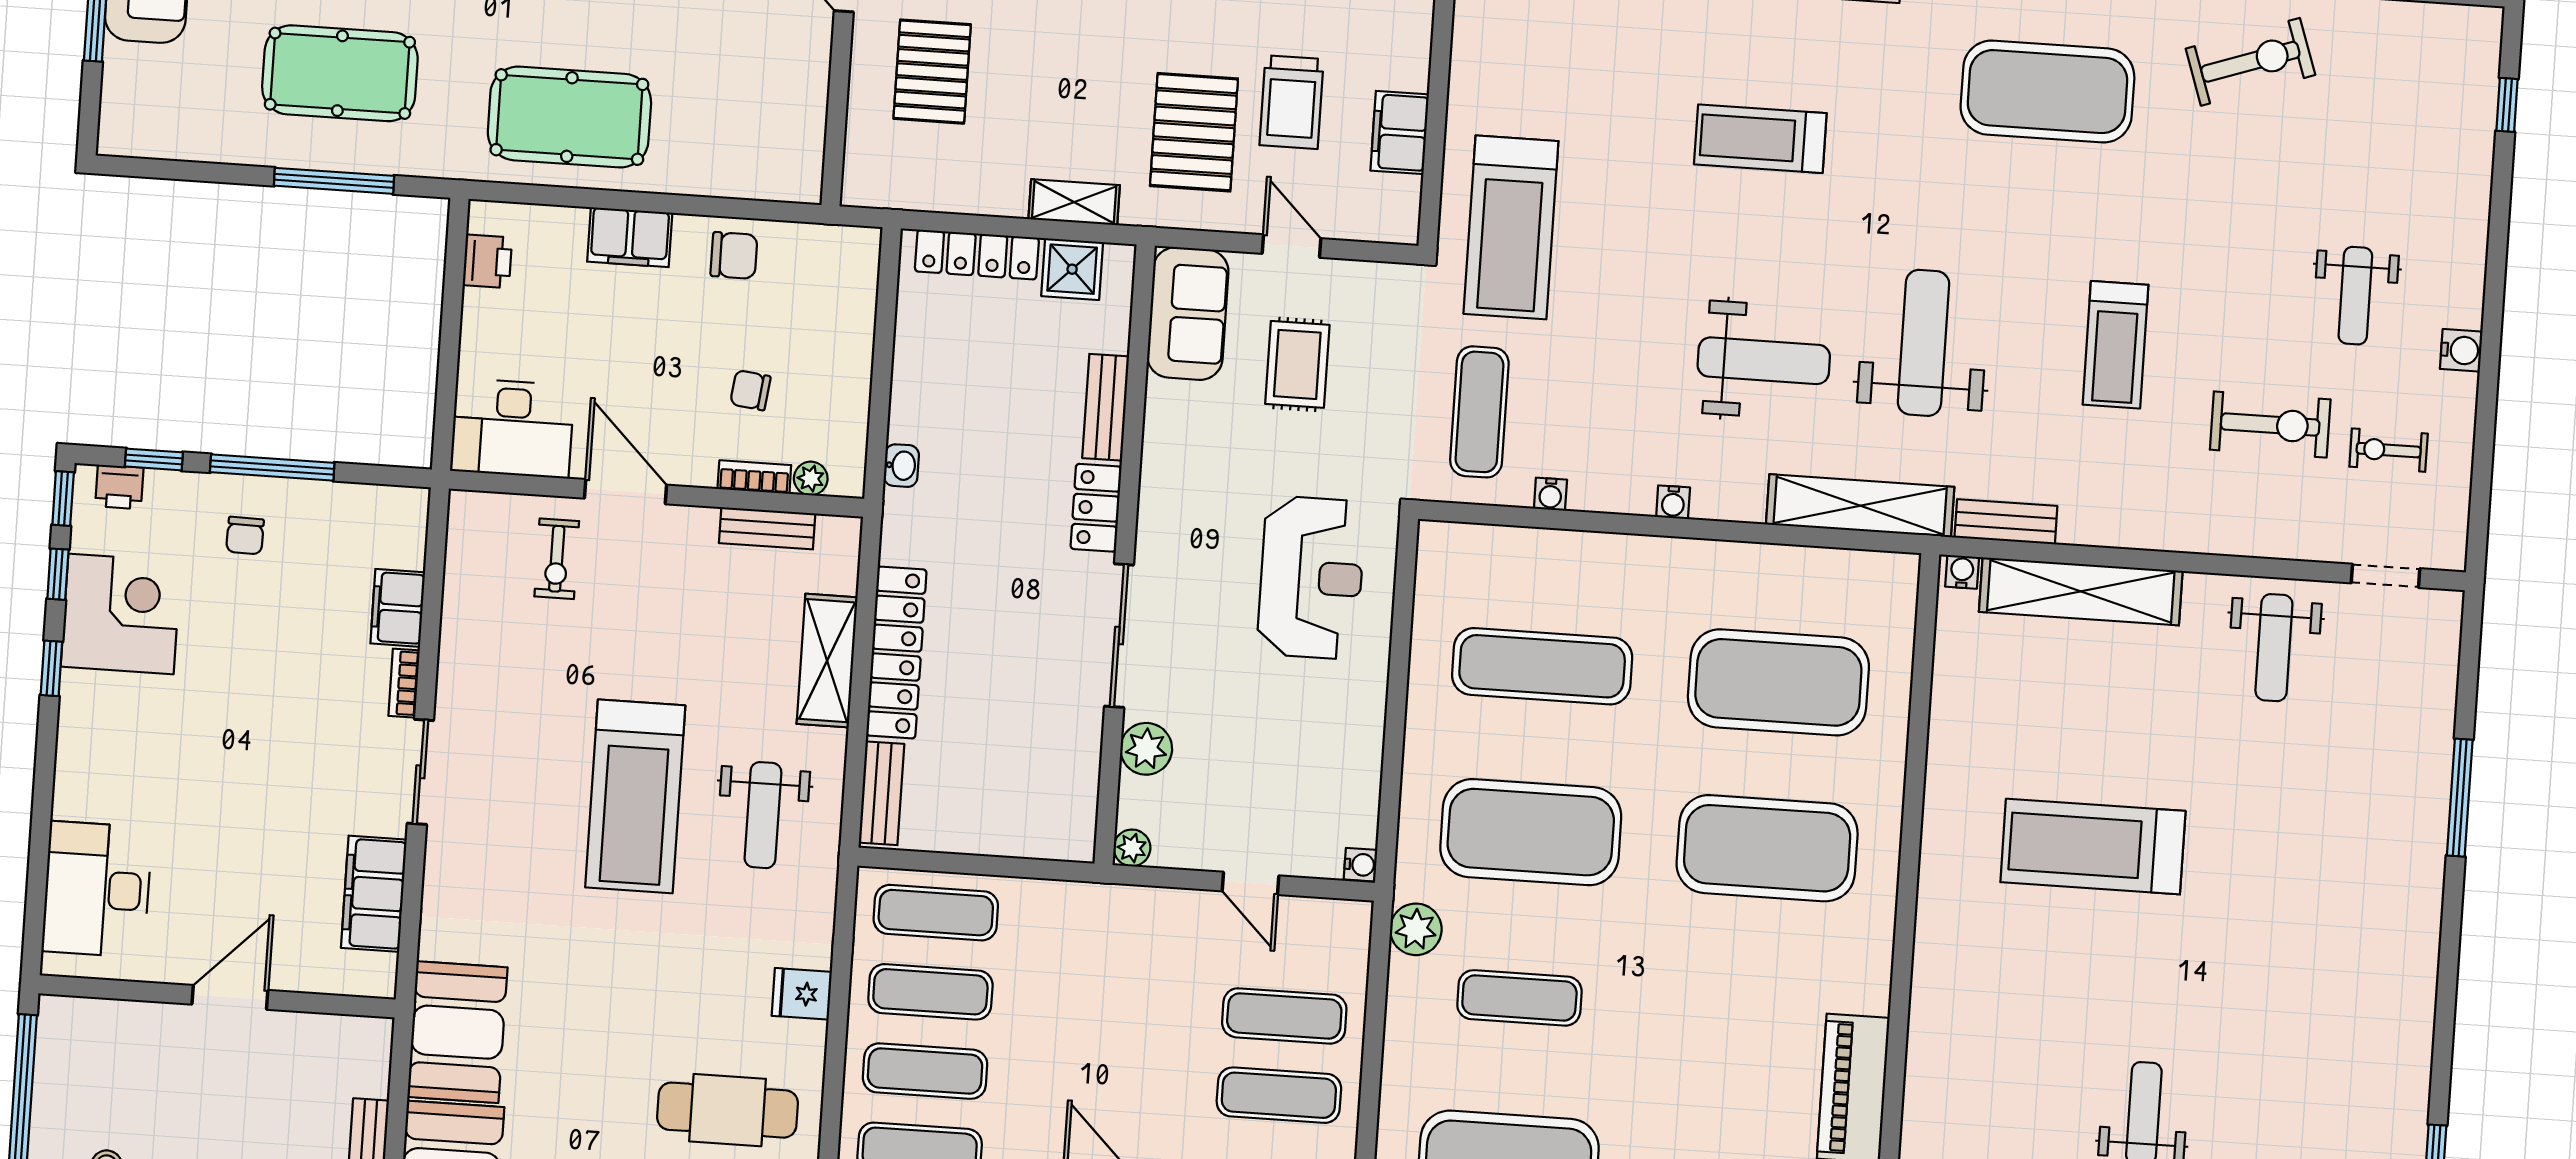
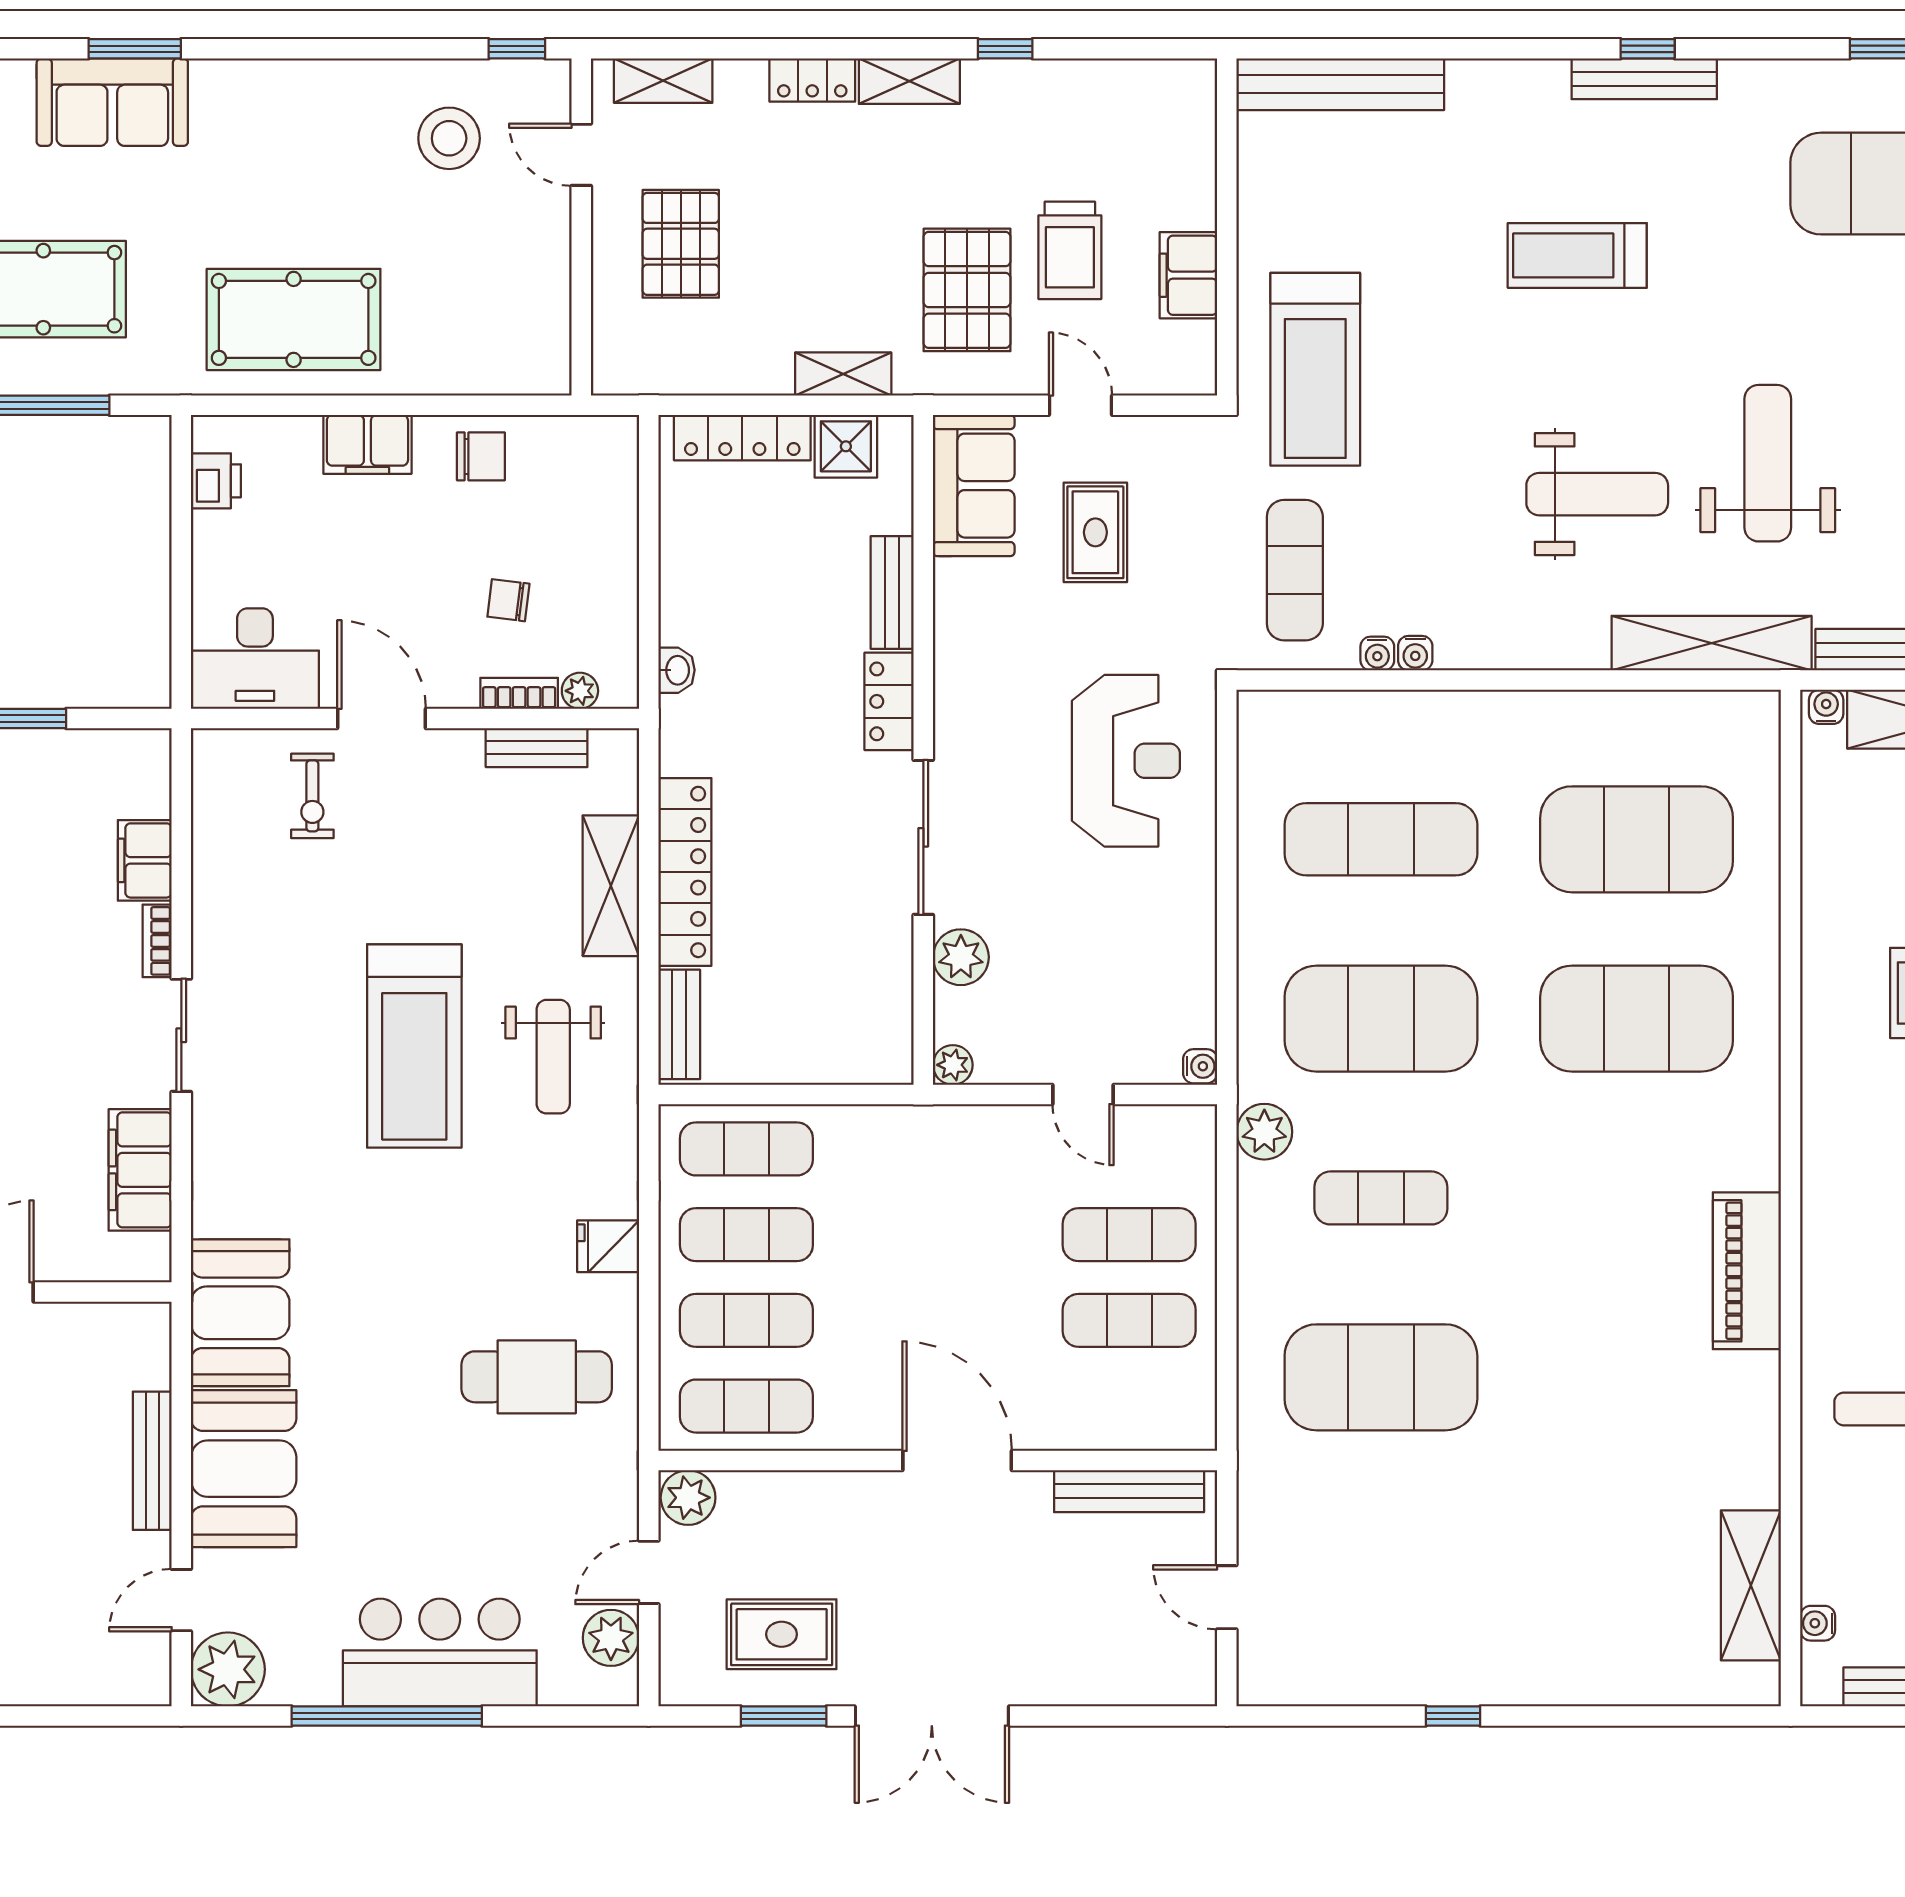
water cooler: (1673, 502) -> (1415, 653), moved

